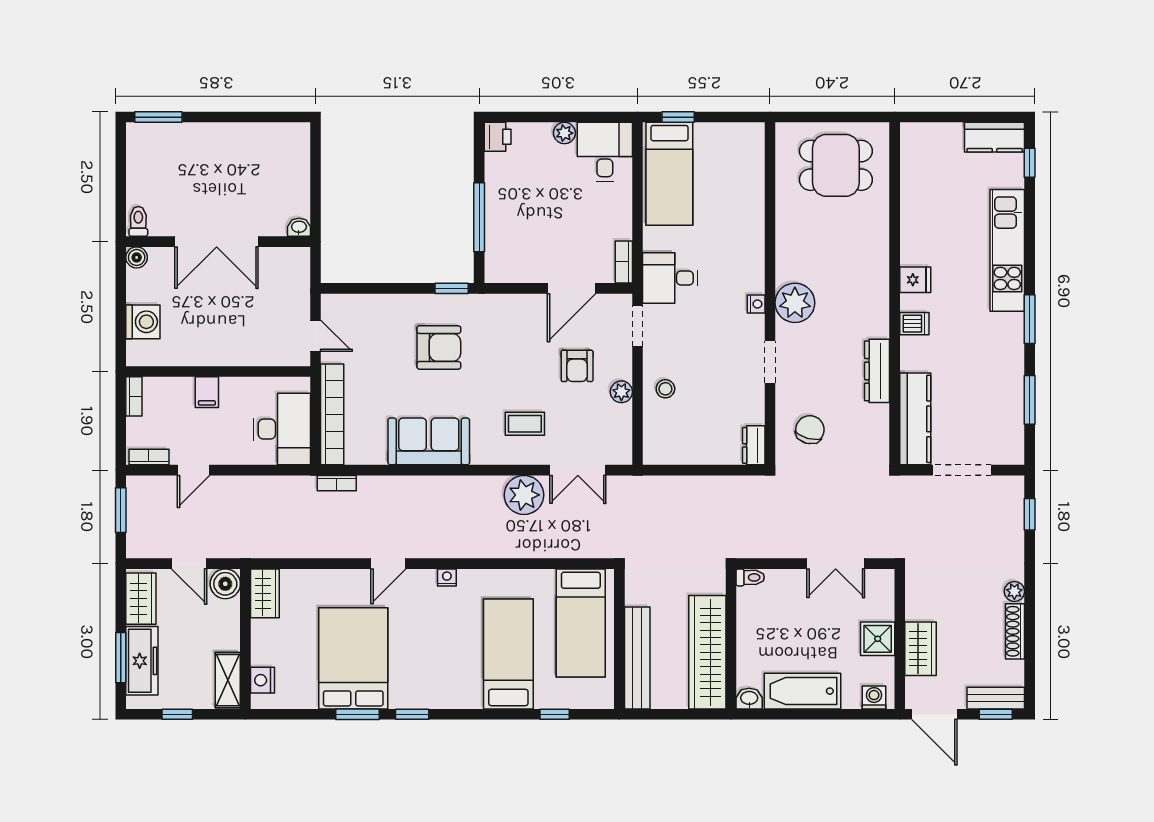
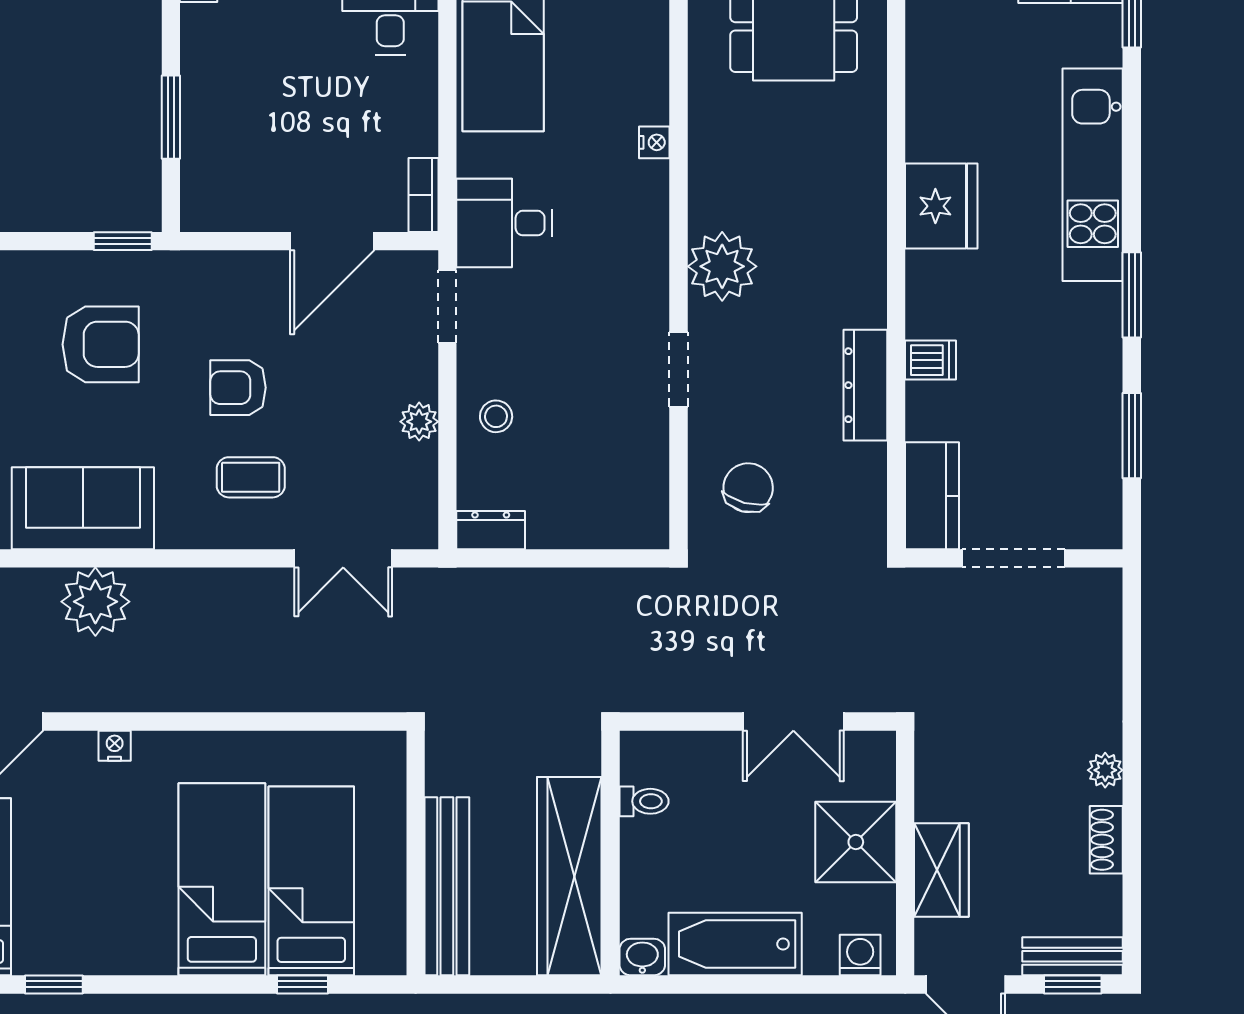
window: (479, 217) -> (171, 117), width x0.69
fridge: (915, 280) -> (941, 206), width x1.88, depth x1.34
nightstand: (756, 304) -> (654, 142), moved
dishwasher: (914, 324) -> (930, 360), moved
armchair: (577, 366) -> (238, 388), moved, turned 90
kitchen counter: (915, 419) -> (932, 496), width x0.67
dresser: (754, 445) -> (491, 530), moved, turned 90
plant: (524, 495) -> (95, 602), moved
window: (1030, 514) -> (1132, 635), removed
toilet: (750, 577) -> (644, 801), moved
bed: (581, 623) -> (311, 881), moved, turned 180
shoe rack: (1015, 631) -> (1106, 840), width x0.70
shower: (878, 639) -> (856, 842), width x1.36, depth x1.36

